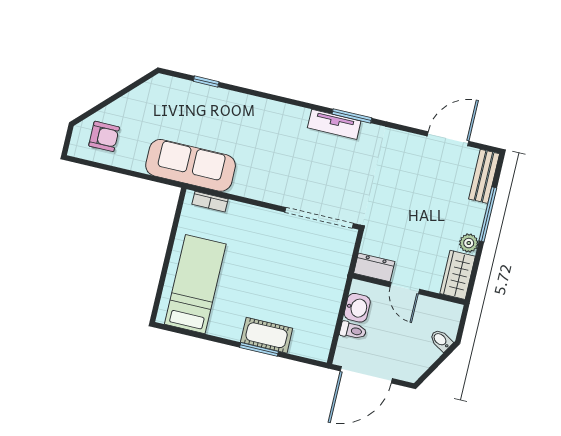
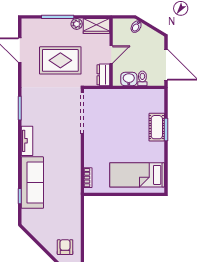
tv unit: (334, 124) -> (27, 141), moved
sofa: (191, 165) -> (32, 183), moved, turned 180
bench: (484, 176) -> (36, 24), removed
rug: (415, 202) -> (60, 60), added

